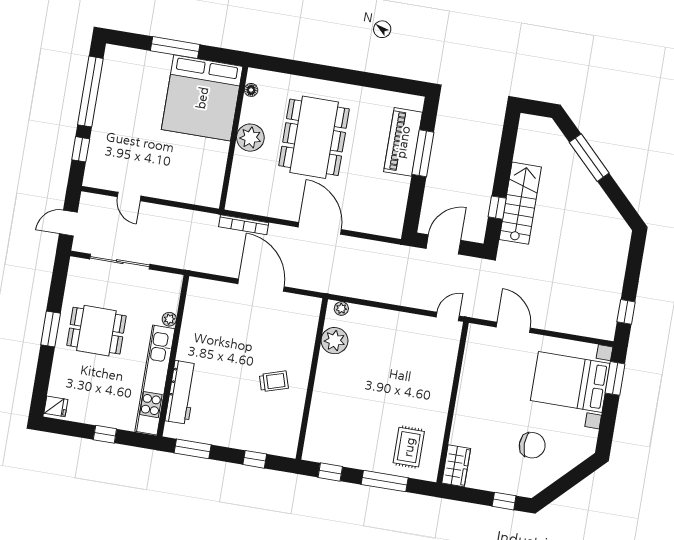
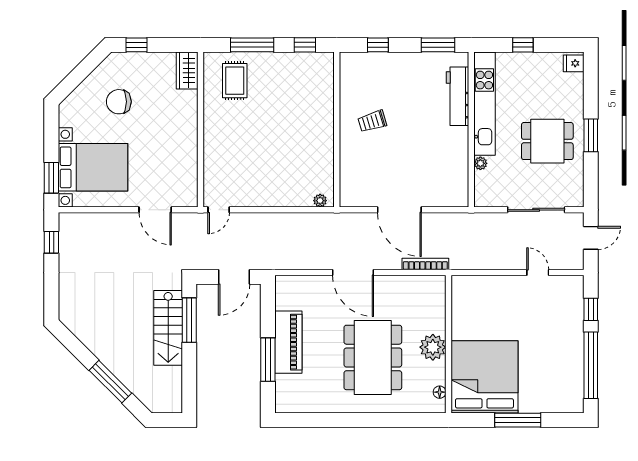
piano: (403, 142) -> (288, 342), moved
window: (497, 208) -> (189, 320), width x2.17
plant: (335, 341) -> (321, 169), removed

